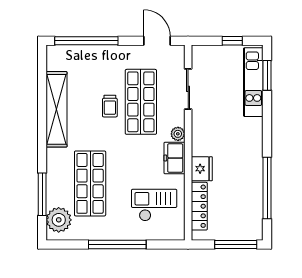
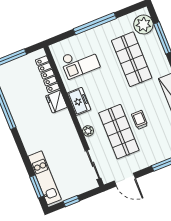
sliding door: (188, 89) -> (93, 164), moved
plant: (178, 134) -> (88, 131), moved

